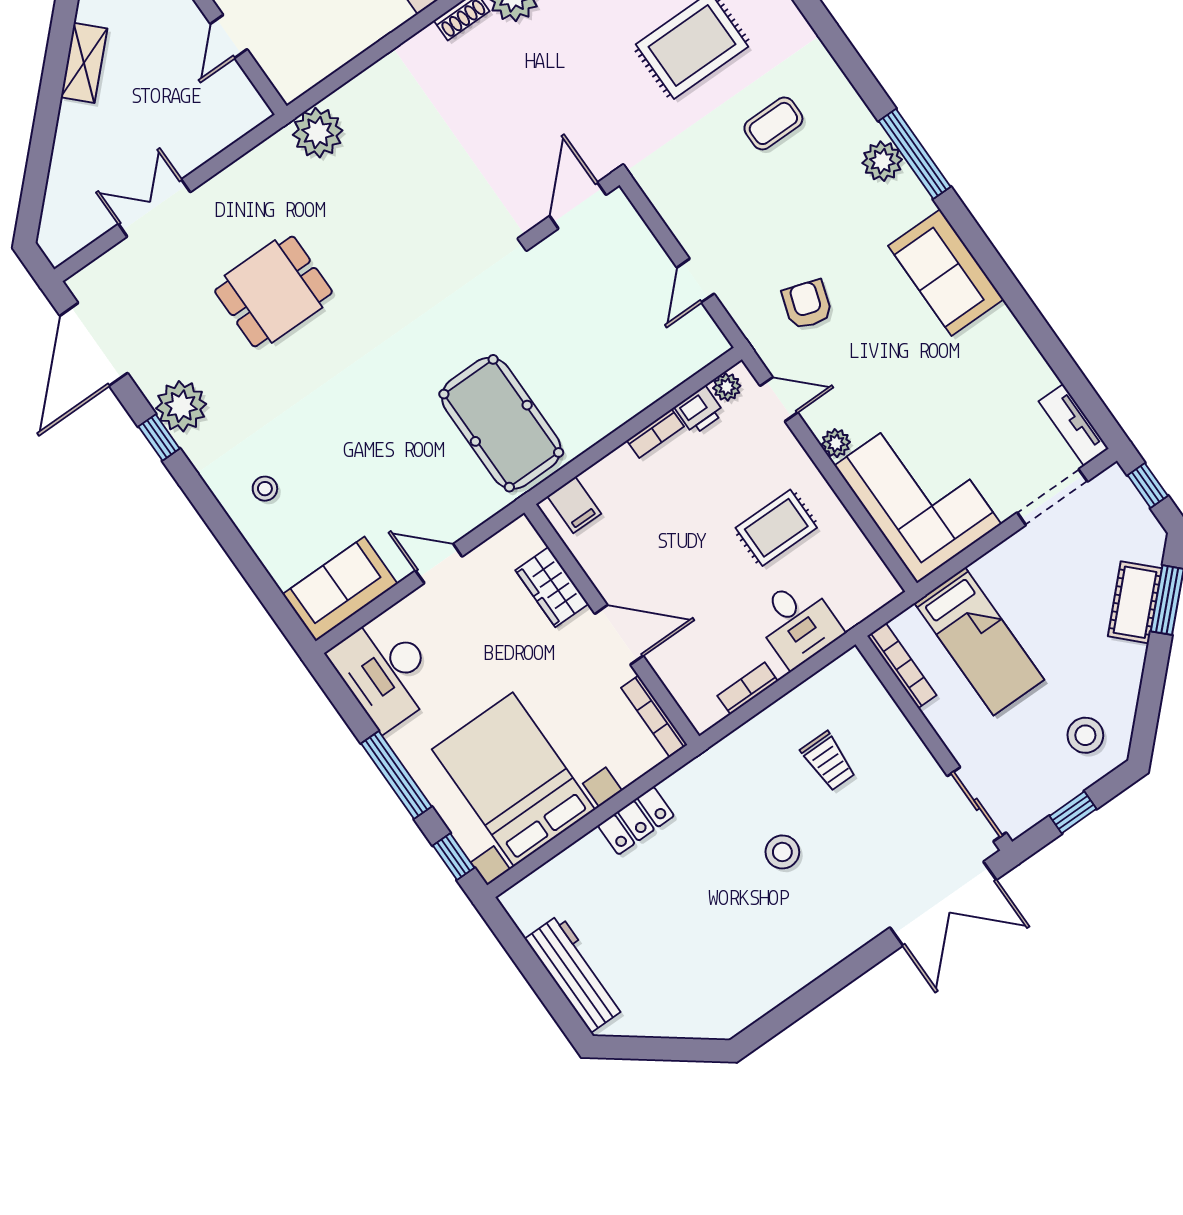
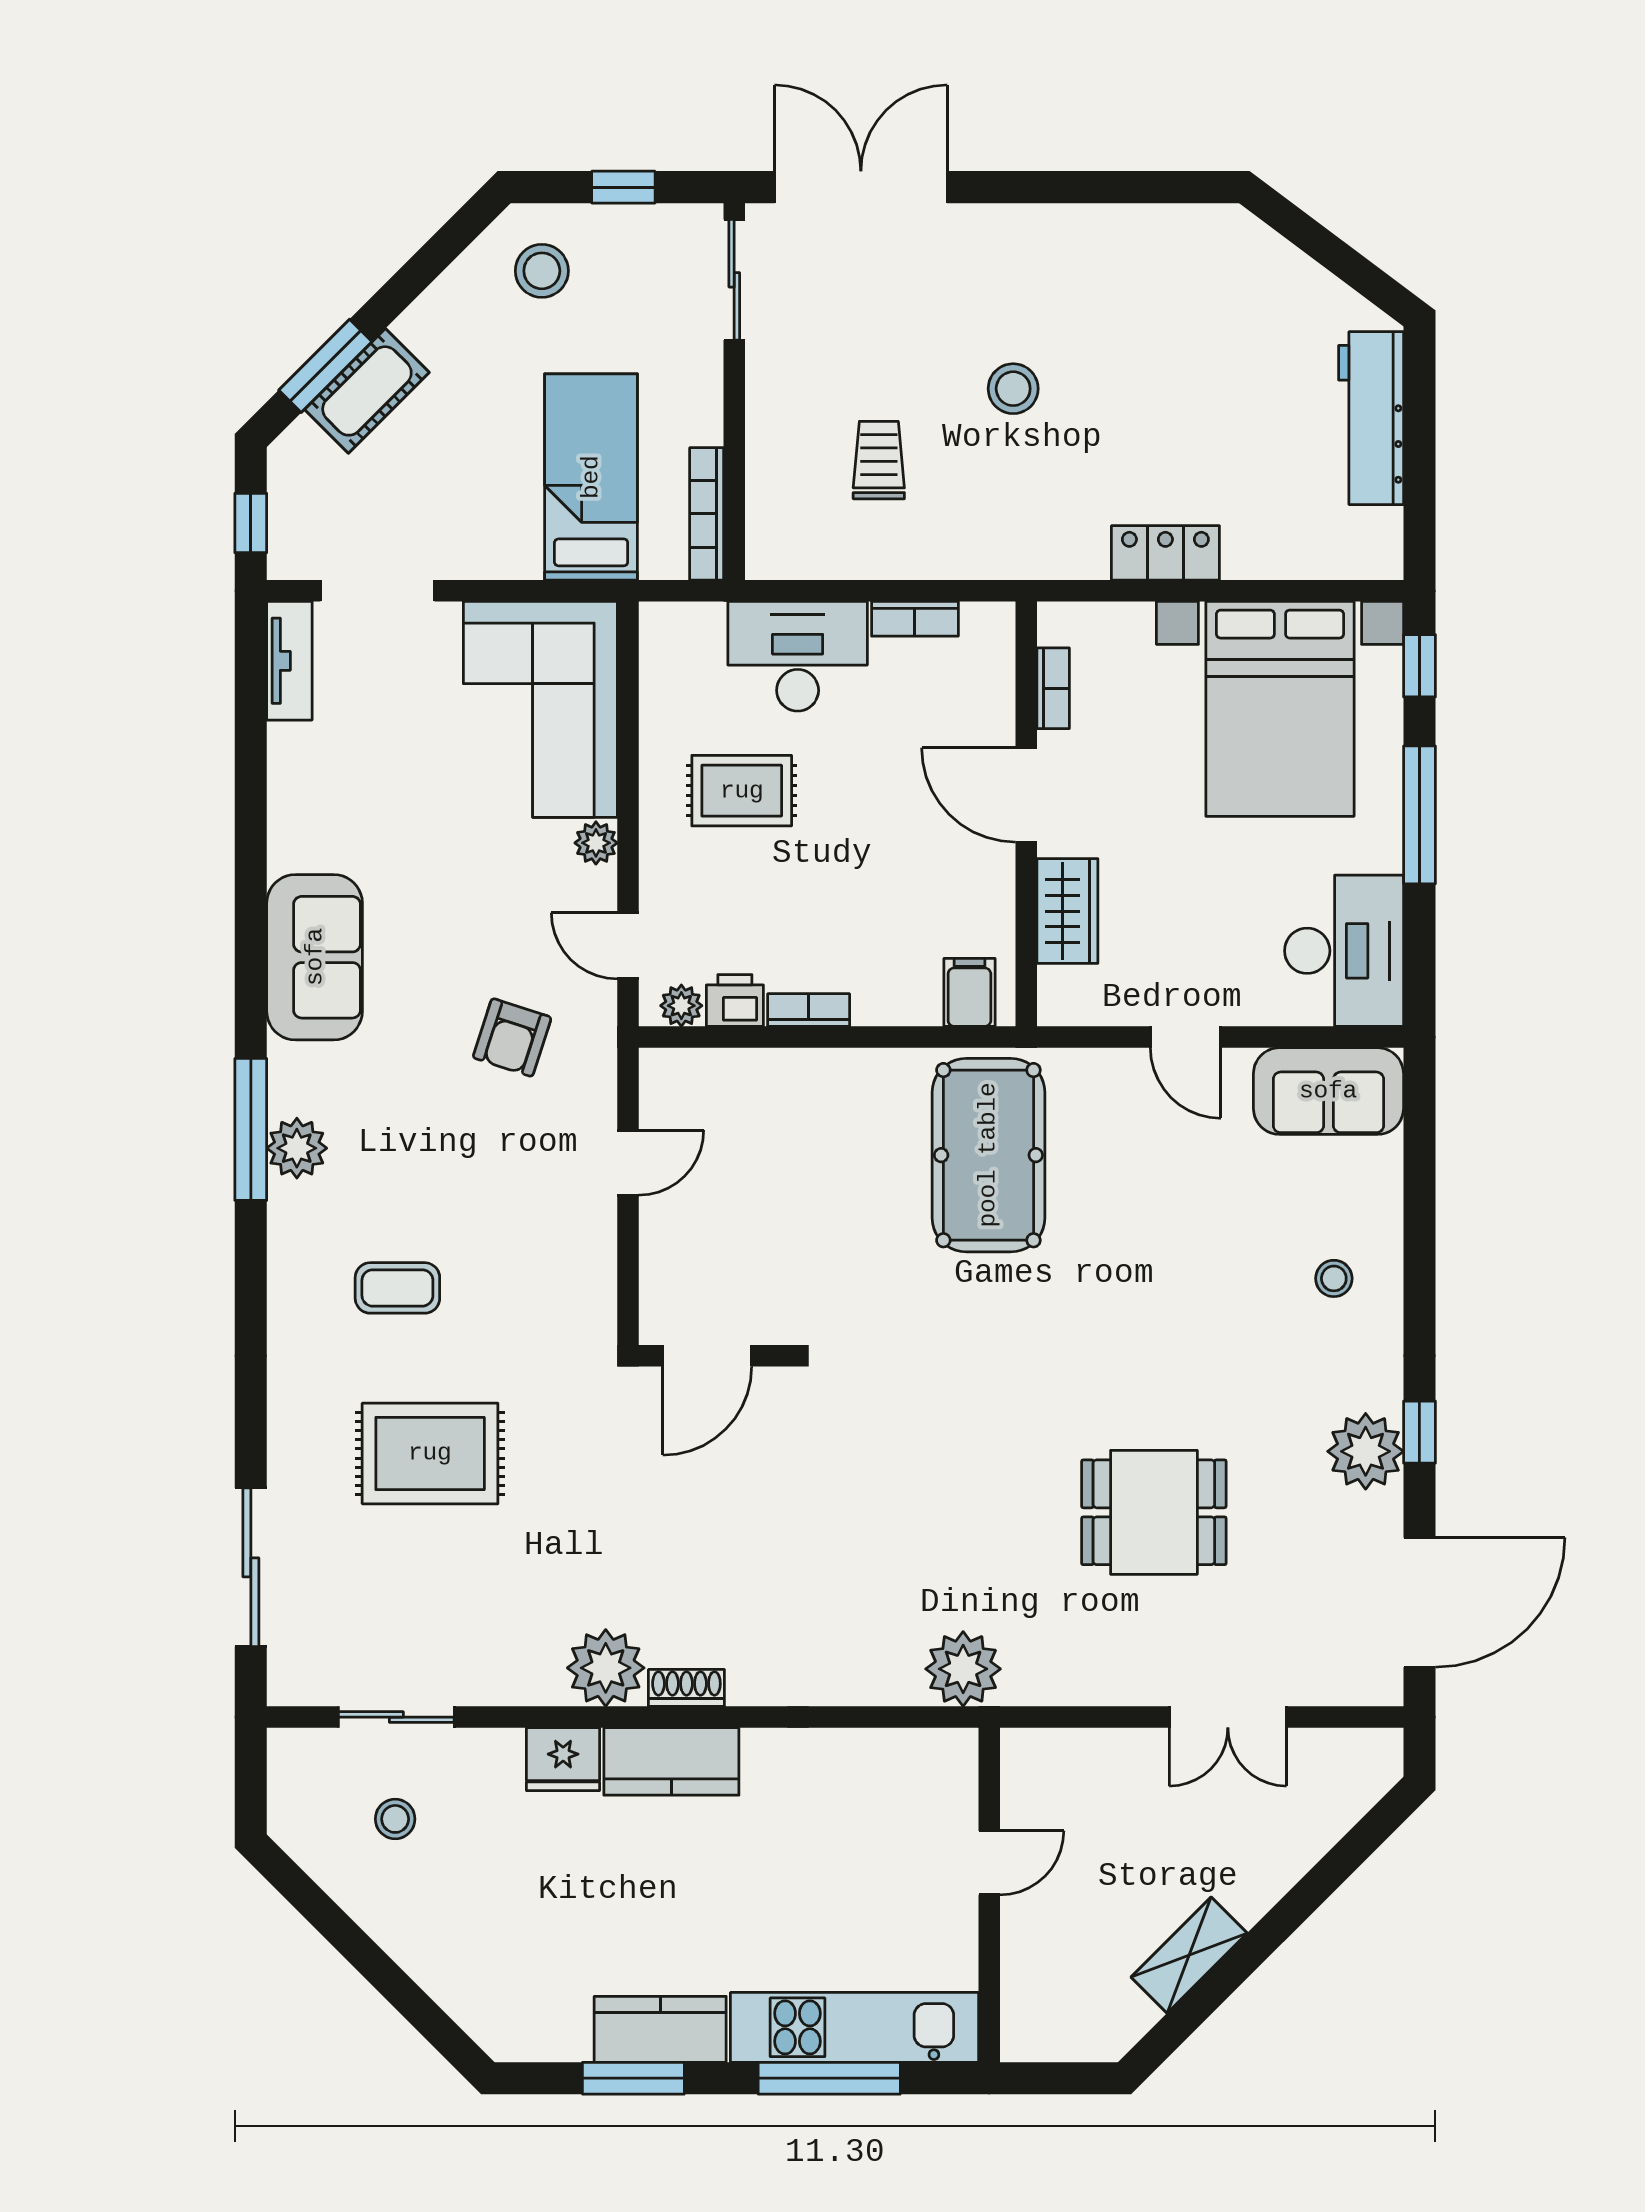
desk: (797, 623) -> (798, 656), width x1.37
bookcase: (654, 716) -> (1053, 688), width x0.64

